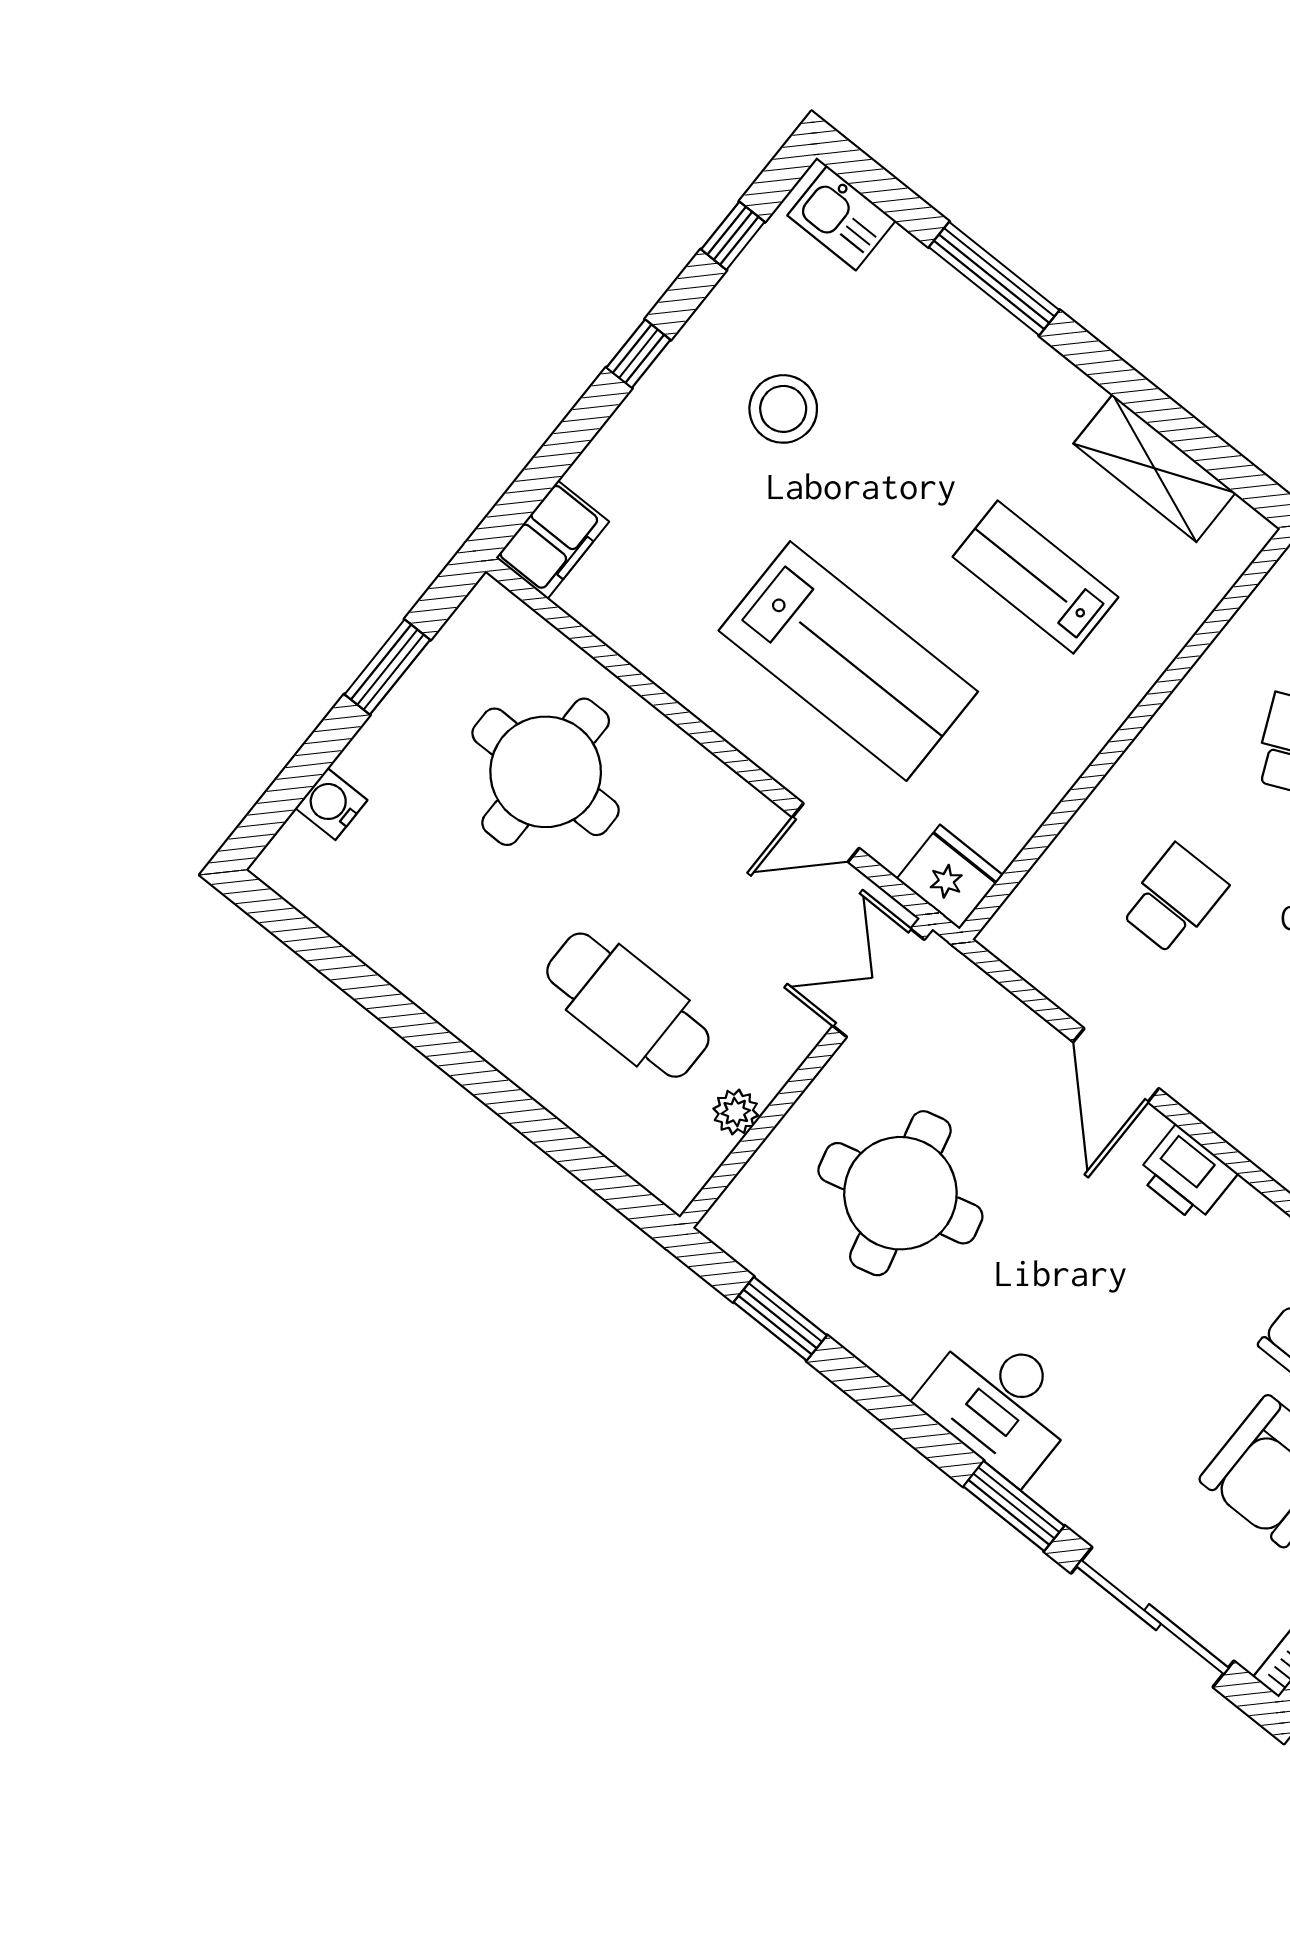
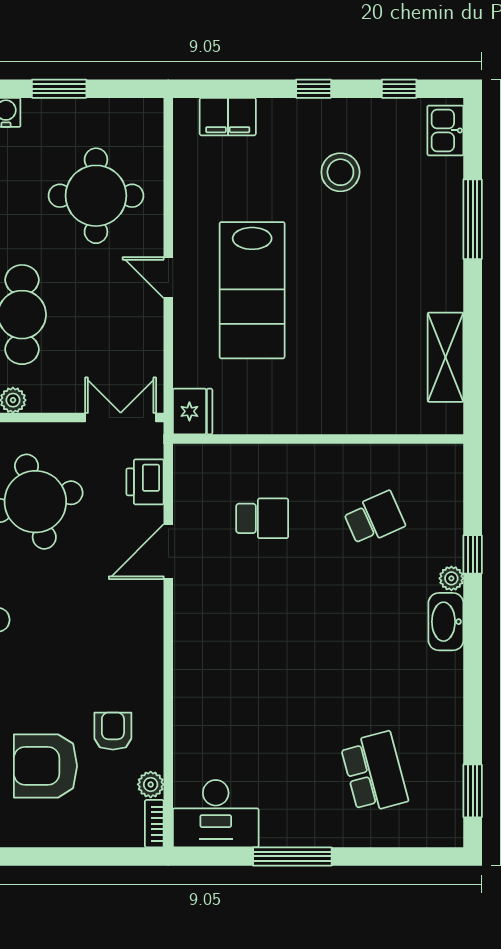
filing cabinet: (552, 540) -> (228, 117), moved
lab bench: (1036, 577) -> (355, 343), removed
window: (387, 667) -> (59, 89), moved
door: (826, 833) -> (168, 278), moved
printer: (1187, 1174) -> (145, 482), moved

